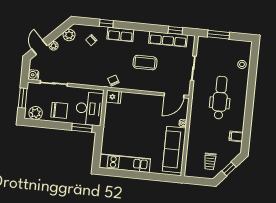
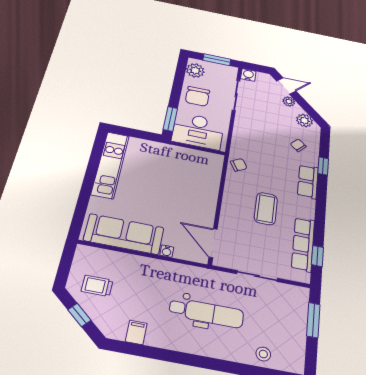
fridge: (114, 97) -> (214, 162), removed

